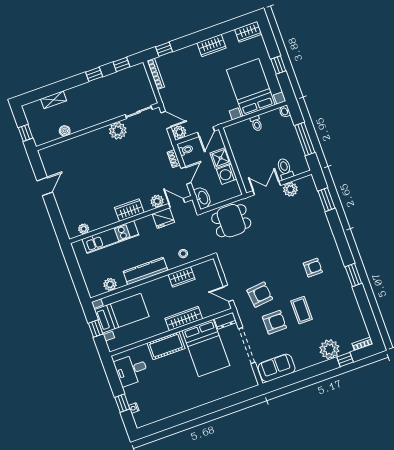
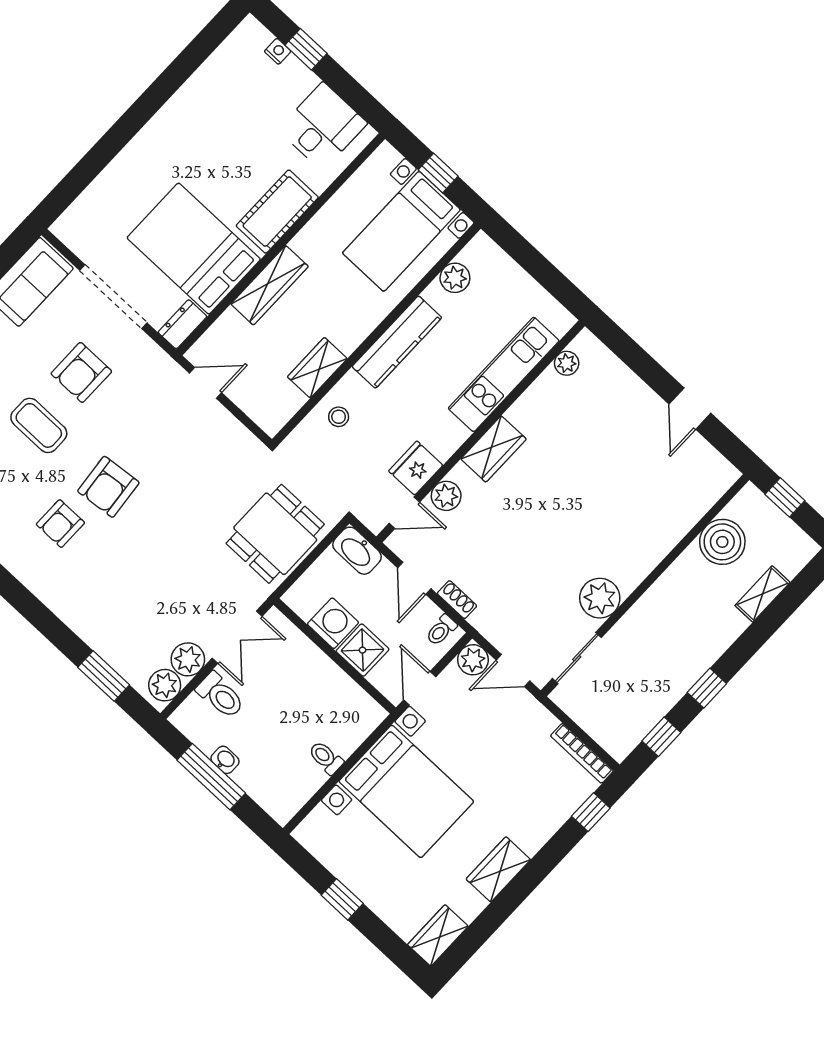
bed with nightstands: (251, 87) -> (406, 791), moved
washbasin: (285, 111) -> (225, 760), moved
boiler: (65, 131) -> (722, 542), width x1.86, depth x1.86
plant: (305, 184) -> (165, 685), added
armchair: (260, 295) -> (108, 487), moved

